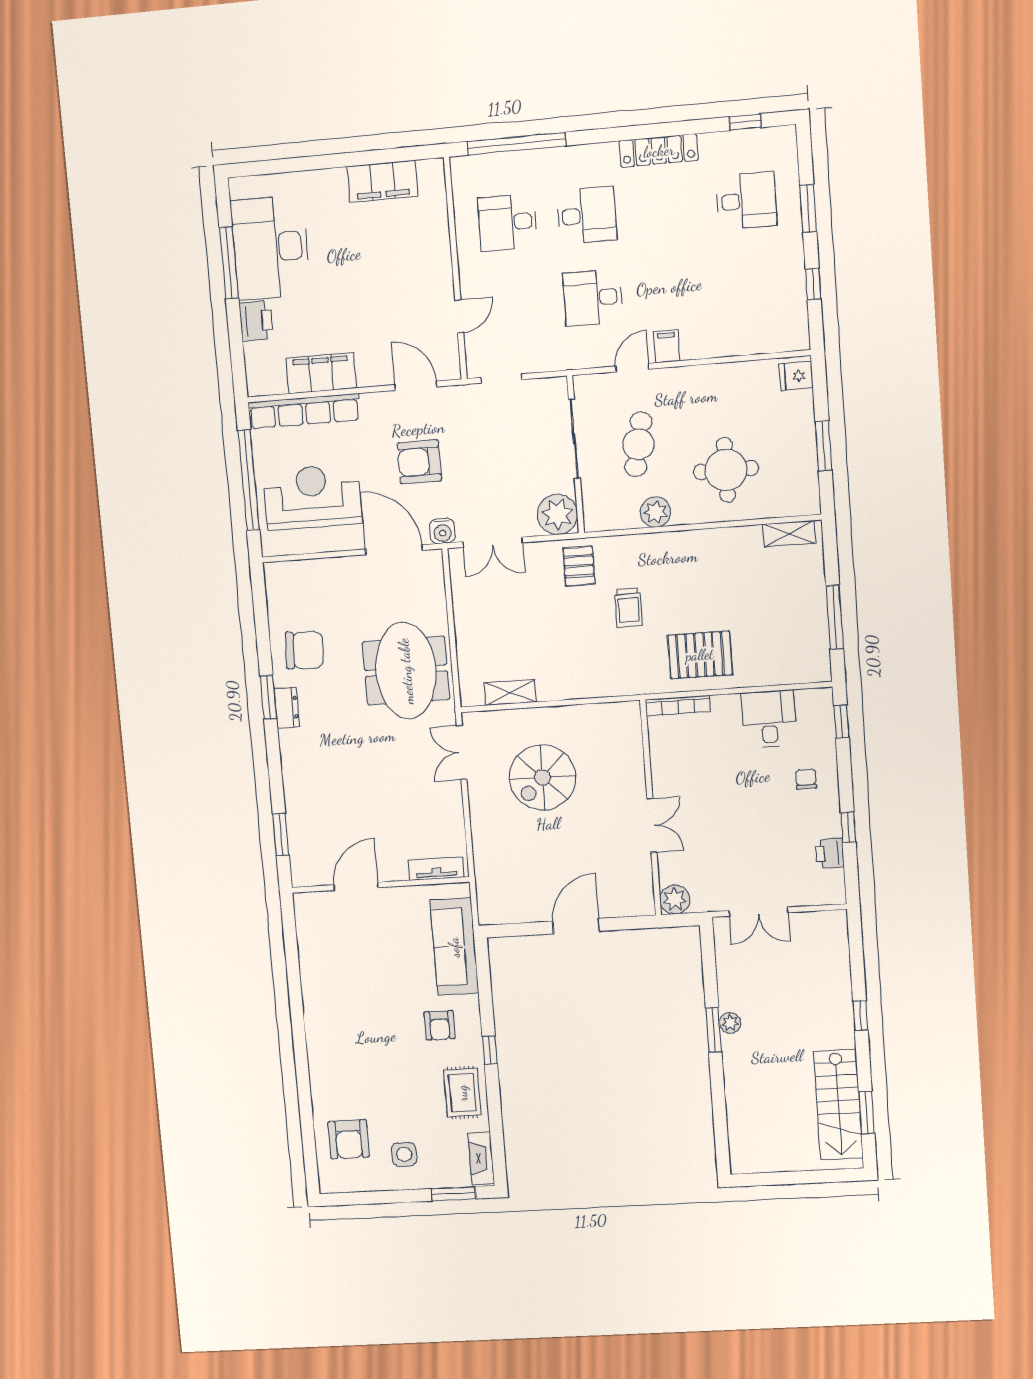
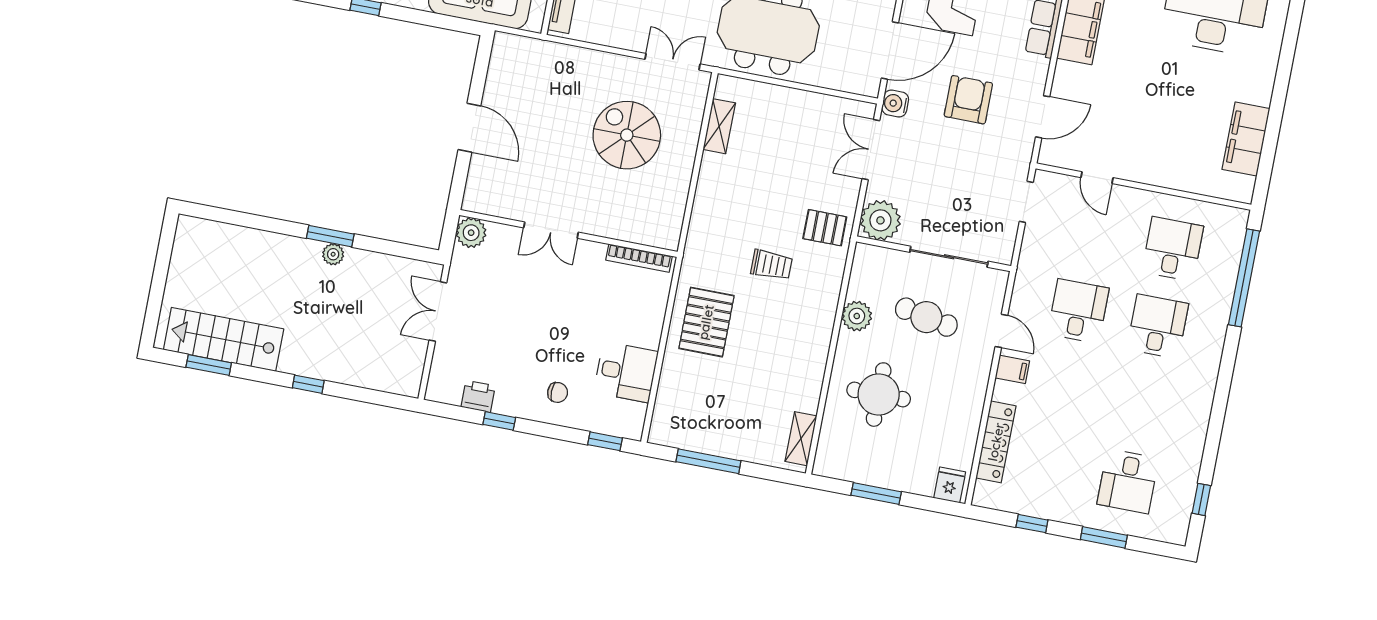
locker: (659, 151) -> (996, 442), moved, turned 180
desk: (587, 215) -> (1158, 326), turned 180
trolley: (628, 607) -> (771, 265), turned 180
bookcase: (678, 706) -> (639, 258), moved, turned -90

